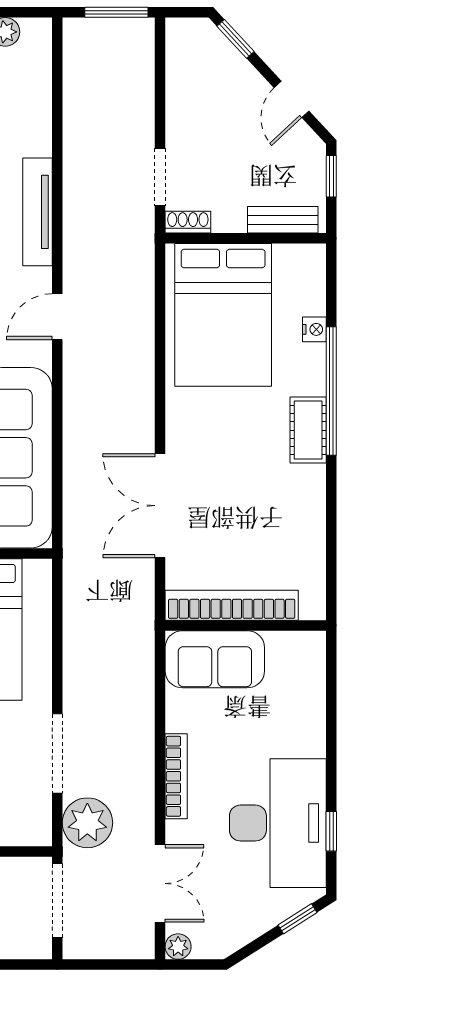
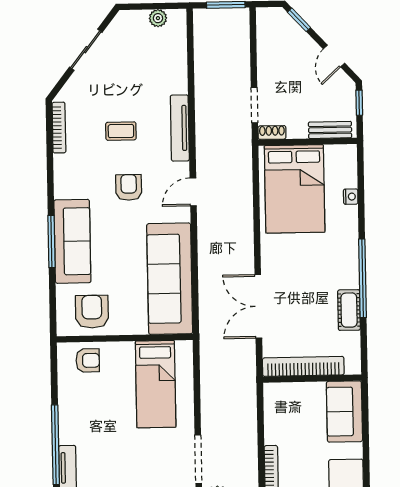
window: (331, 391) -> (363, 278), moved
cot: (308, 430) -> (349, 310), moved
sofa: (215, 659) -> (344, 411), moved, turned 90

